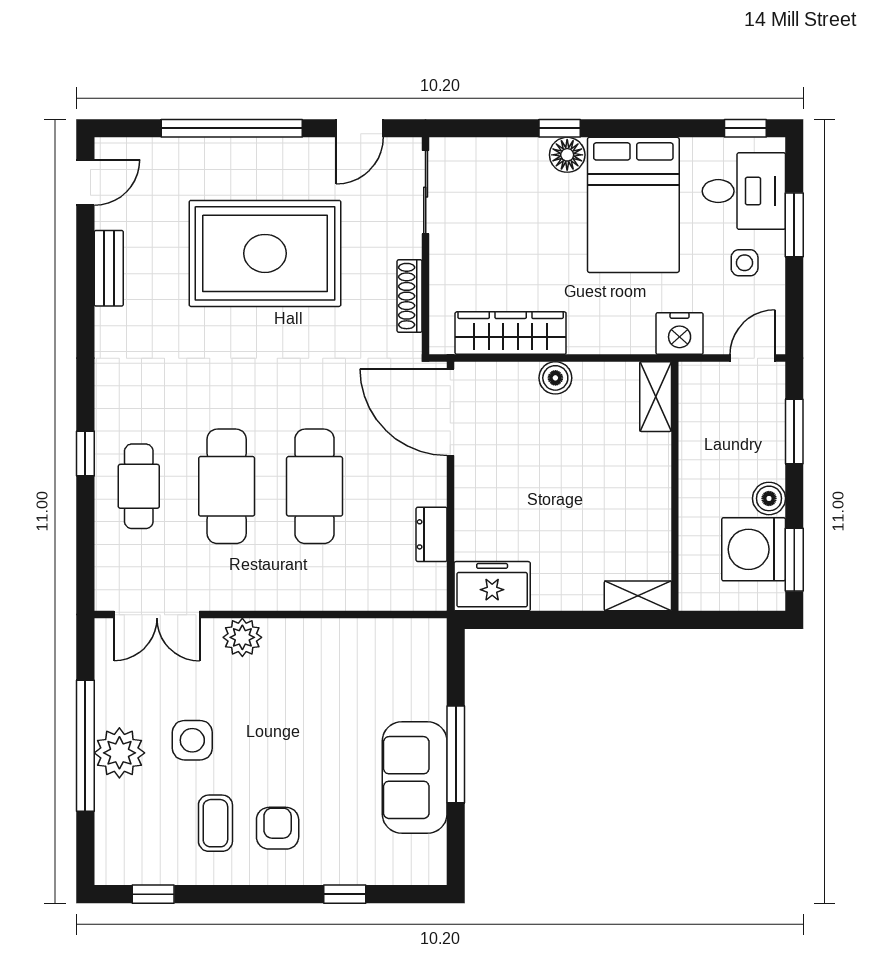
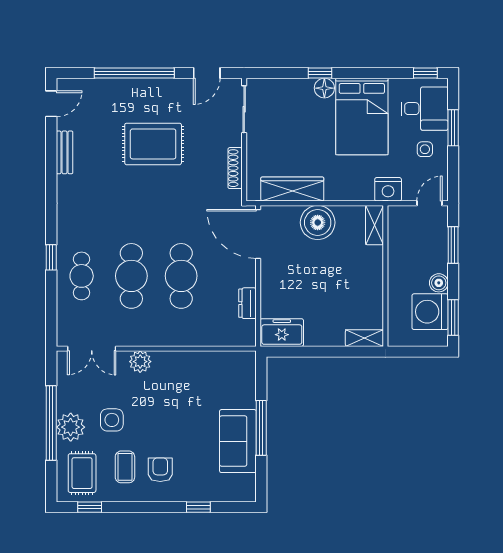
rug: (265, 253) -> (153, 144), width x0.73, depth x0.69
boiler: (555, 378) -> (318, 222), width x1.86, depth x1.86
rug: (140, 834) -> (82, 473), added

